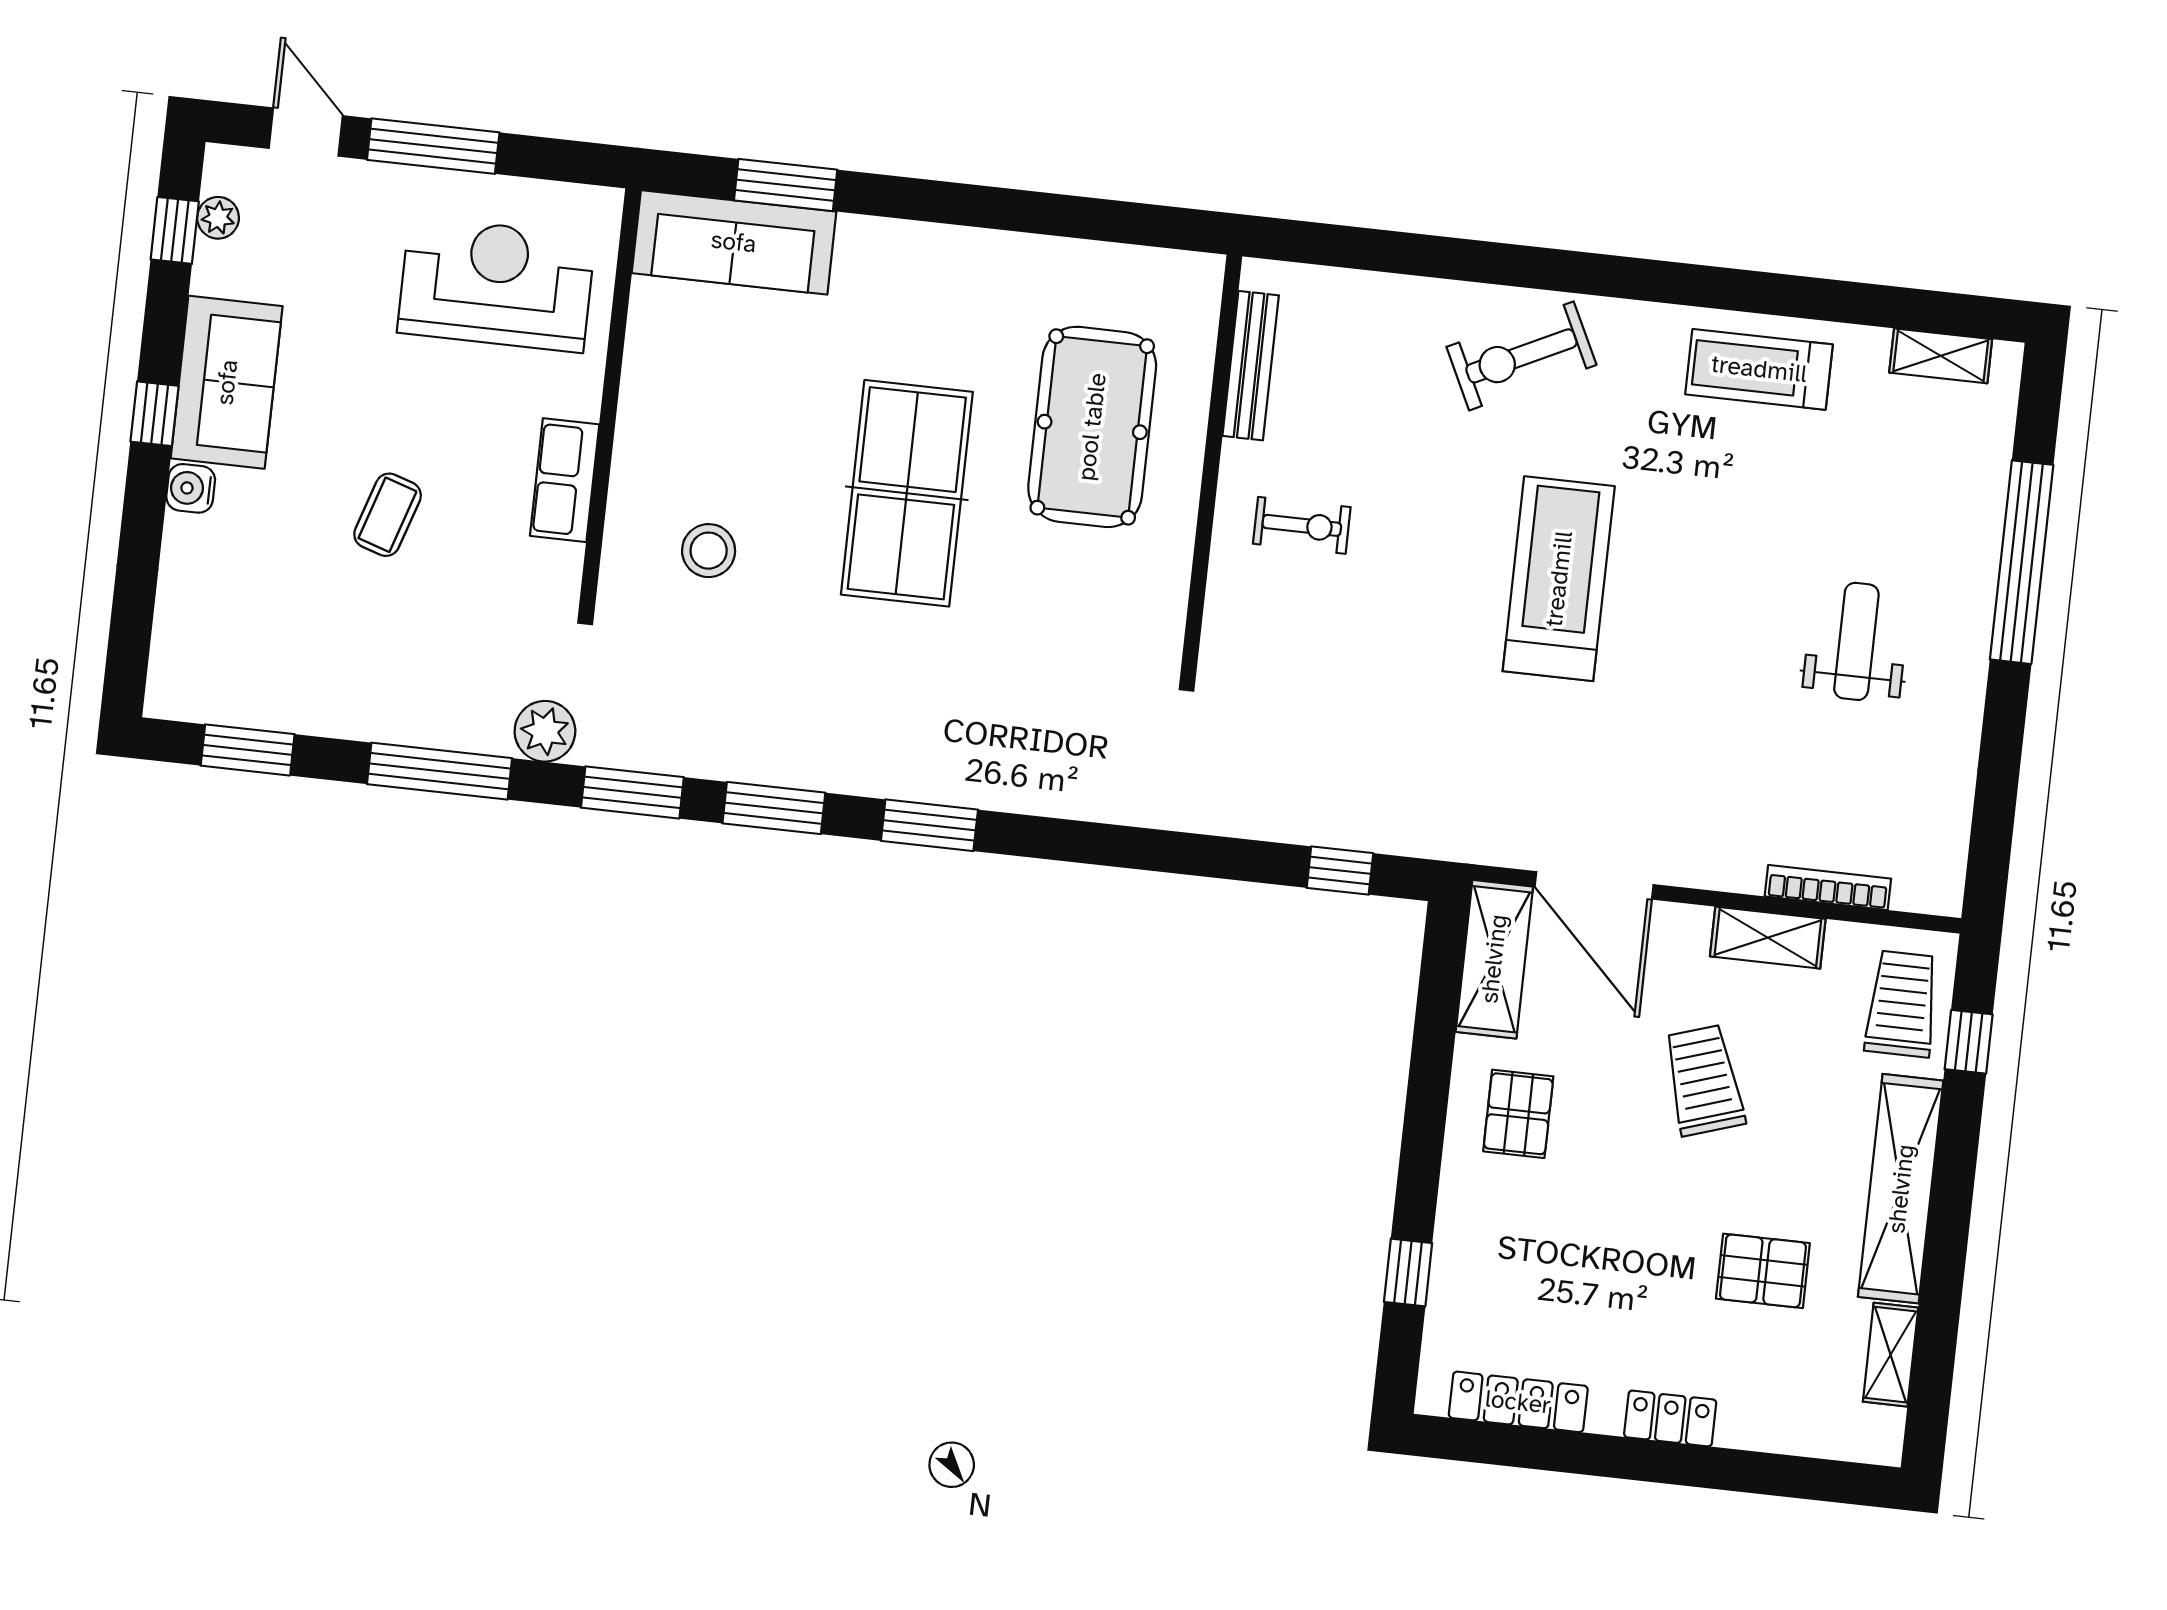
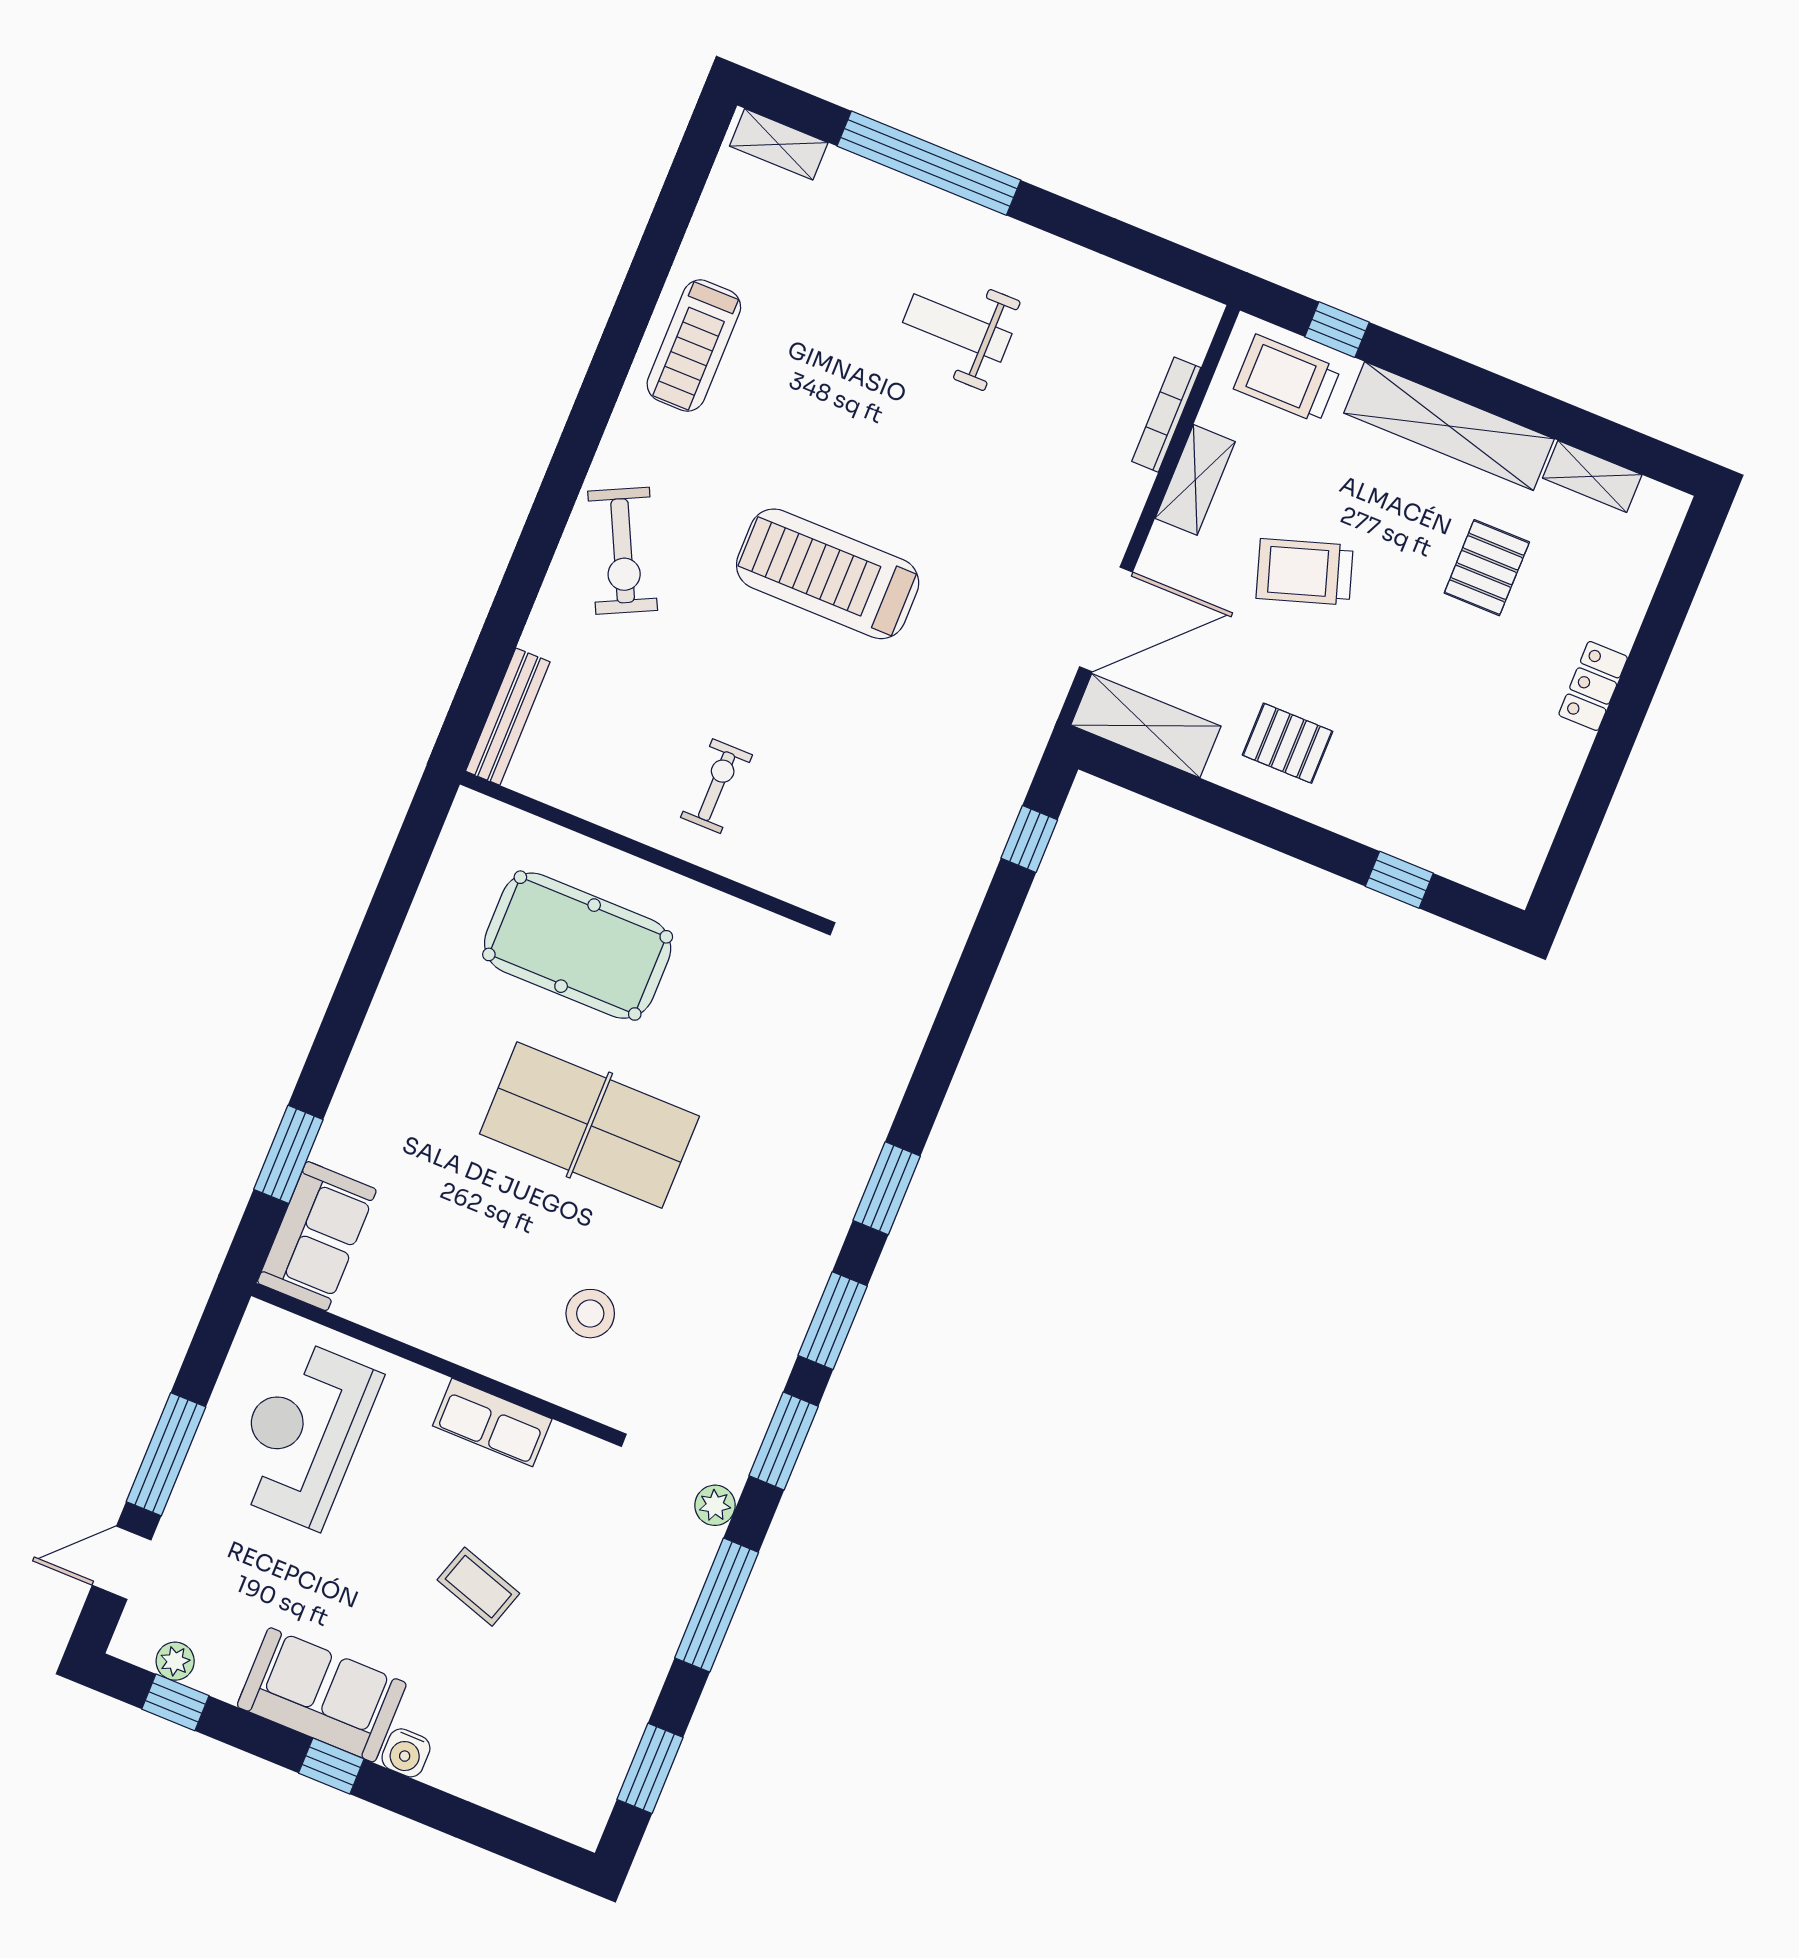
sofa: (734, 242) -> (317, 1236), width x0.73
shelving: (1941, 356) -> (779, 144), moved, turned 90
bench: (1251, 366) -> (508, 717), moved, turned 90
plant: (545, 731) -> (715, 1505), width x0.73, depth x0.73
locker: (1518, 1402) -> (1541, 815), removed

